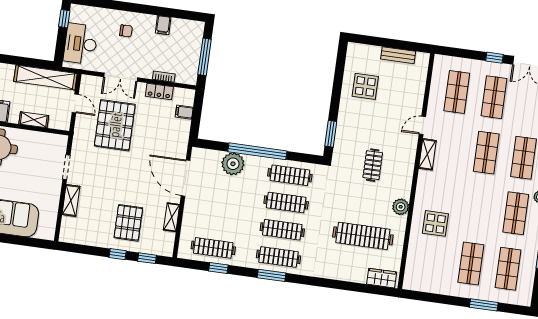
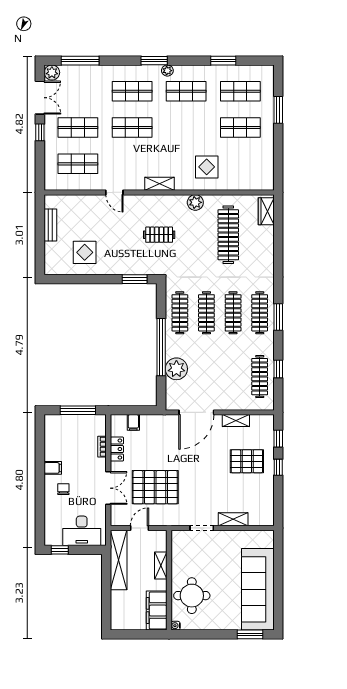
filing cabinet: (163, 25) -> (53, 468), moved
shelving: (427, 154) -> (160, 184), moved

